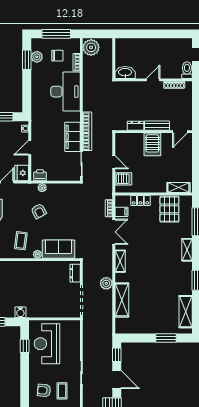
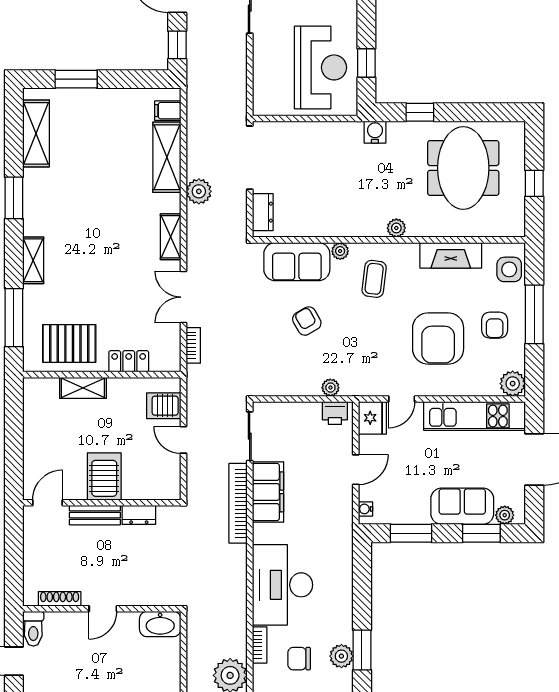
shelving: (178, 188) -> (83, 388), moved
pallet: (169, 209) -> (69, 343), turned 90
armchair: (39, 211) -> (307, 321), moved
filing cabinet: (121, 212) -> (168, 111), moved
plant: (10, 265) -> (396, 228), added

